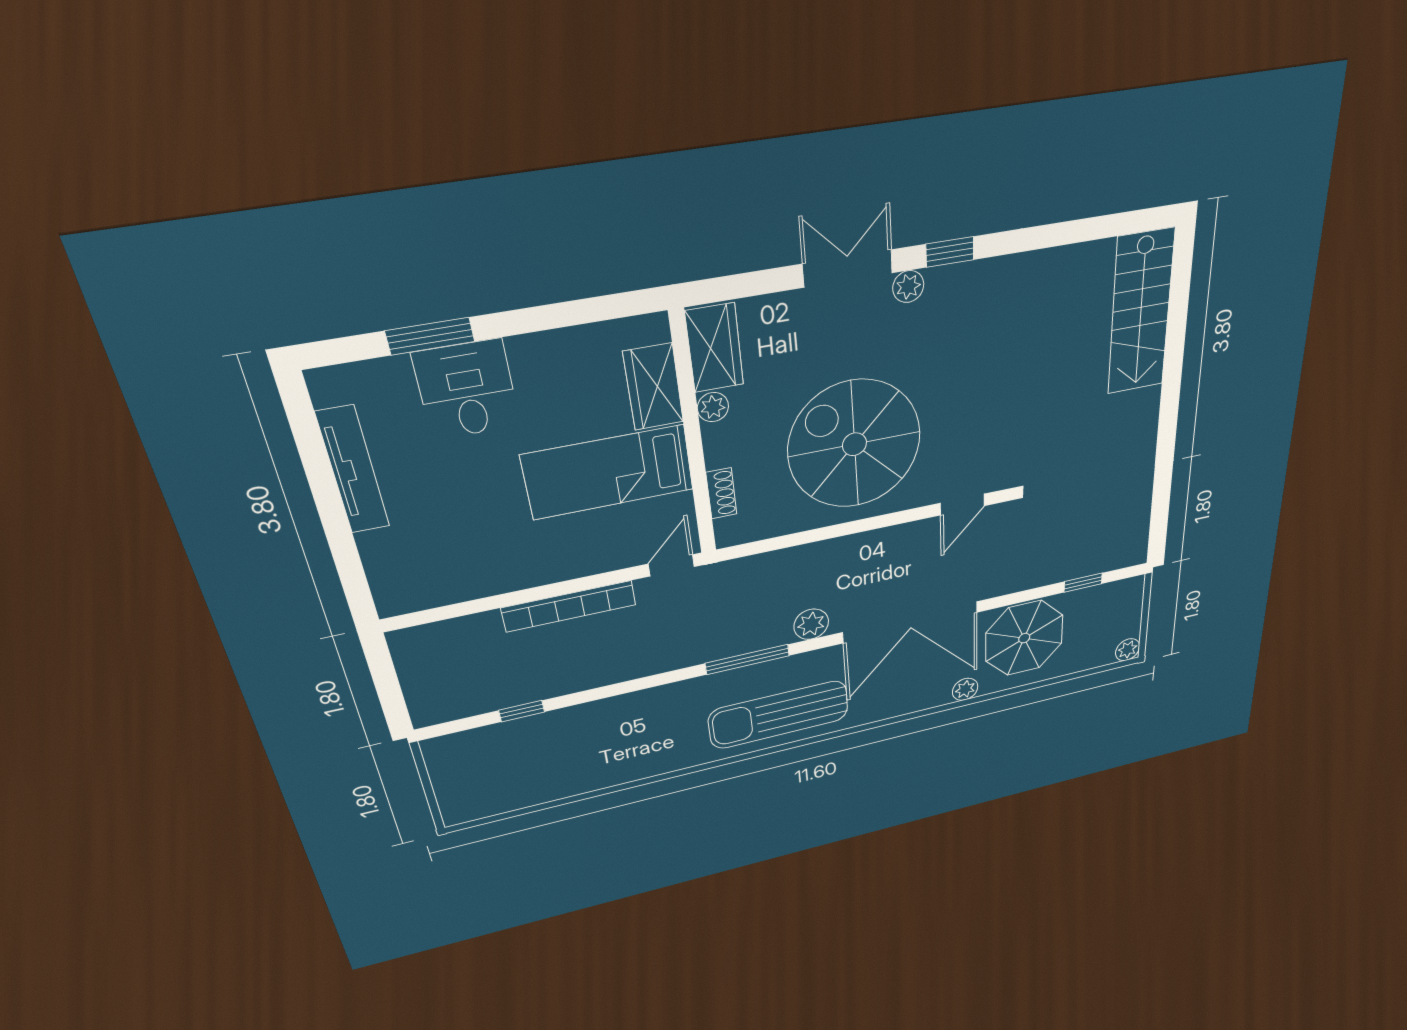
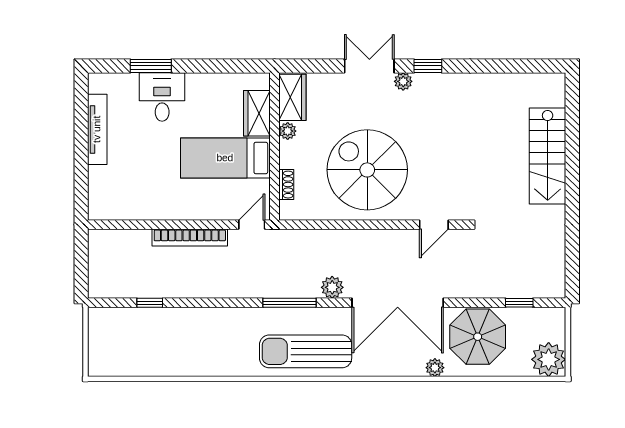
stairs: (1141, 313) -> (548, 156), moved
plant: (1128, 650) -> (549, 359), width x1.87, depth x1.87

